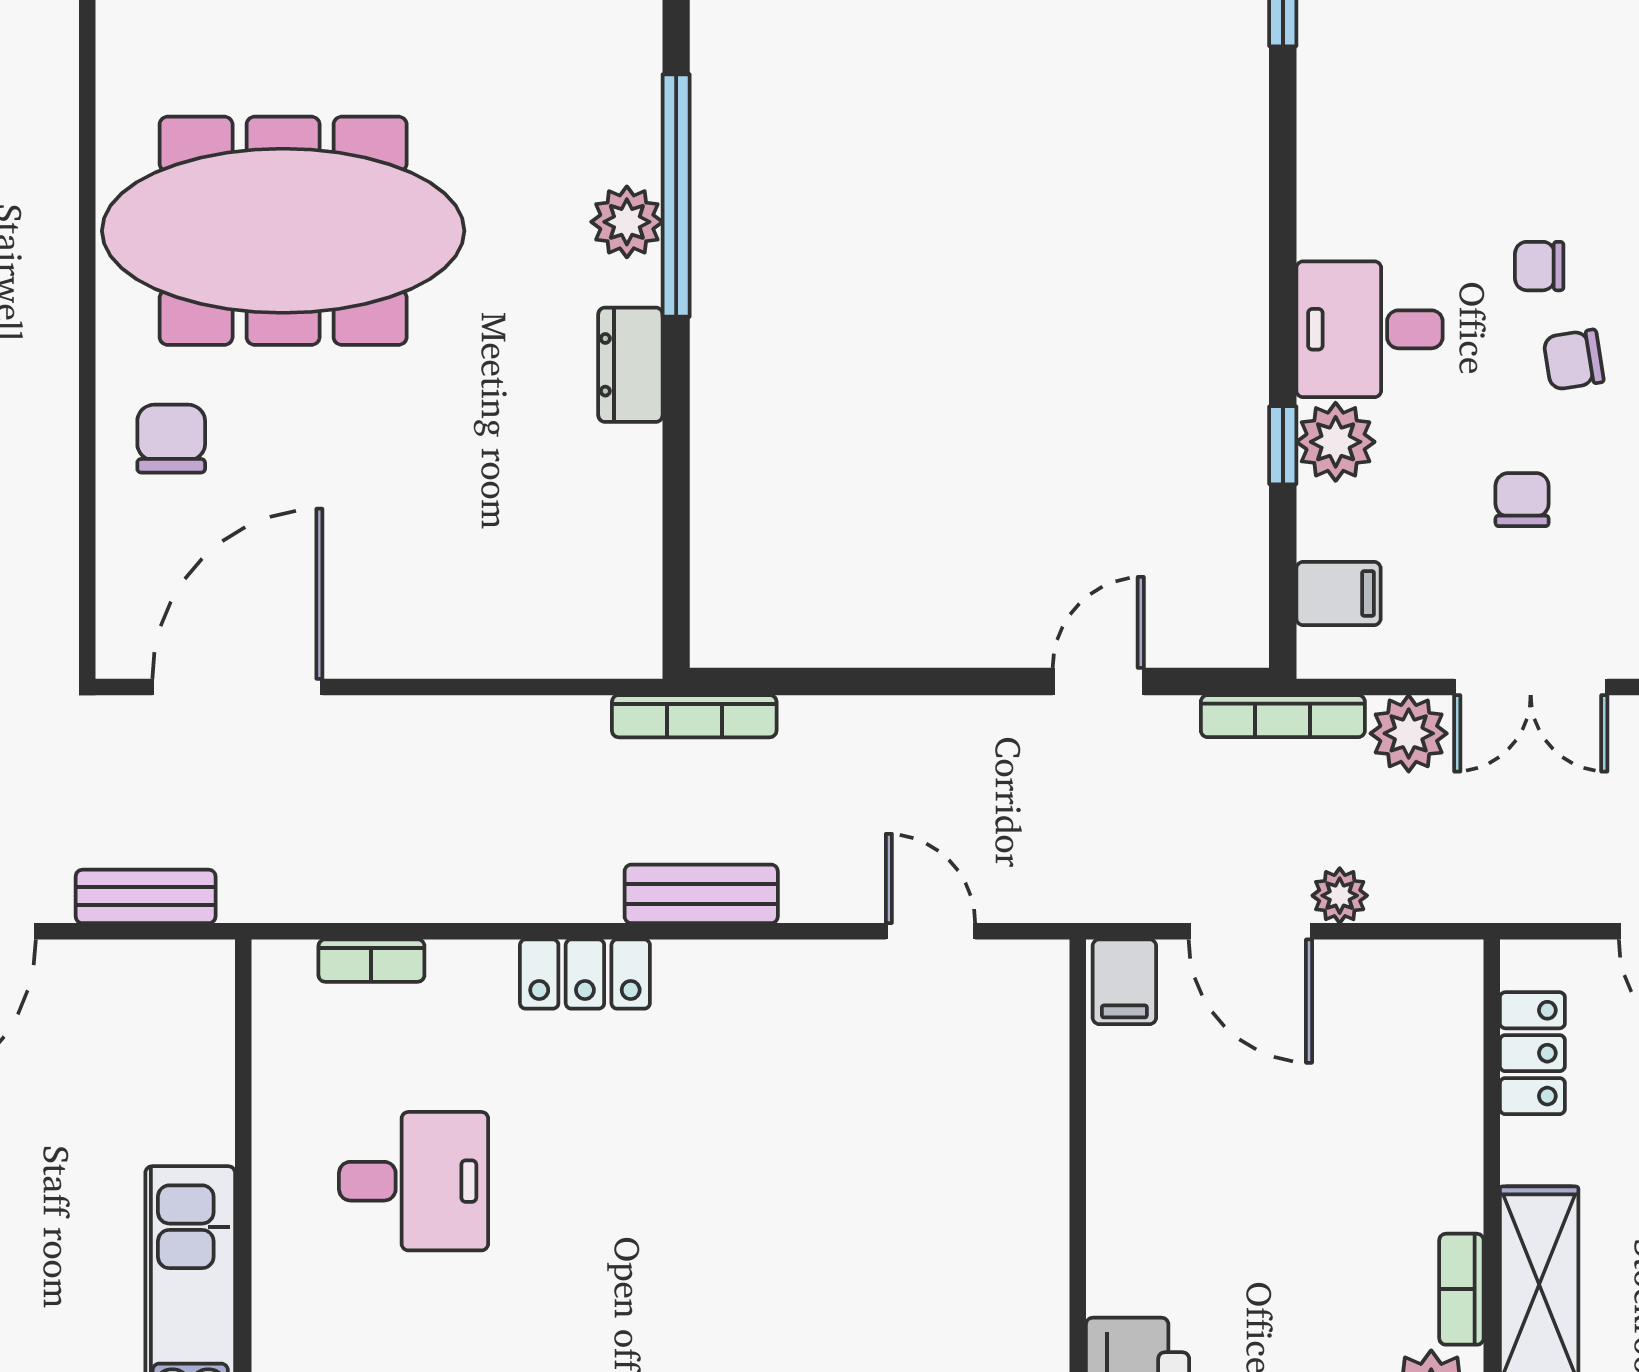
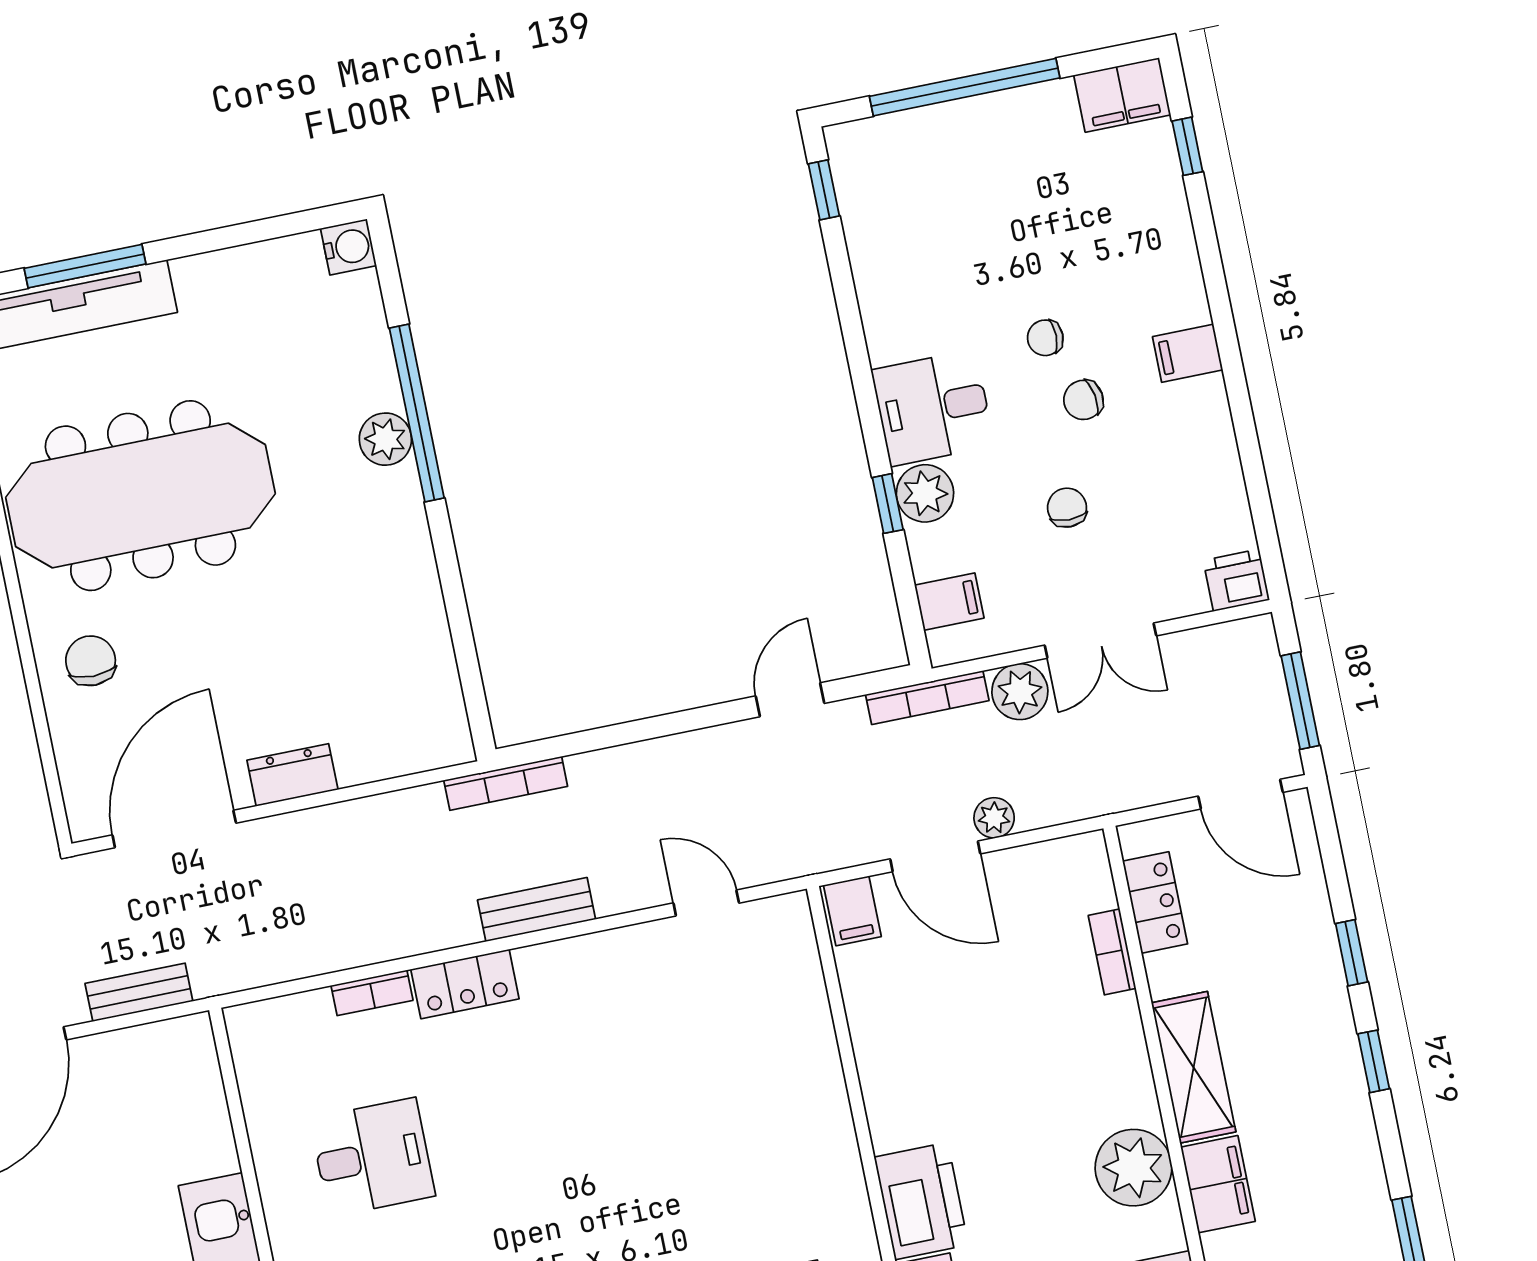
dresser: (630, 365) -> (292, 775), moved, turned 90
bookcase: (371, 961) -> (372, 993), moved
bookcase: (1461, 1289) -> (1112, 952), moved

